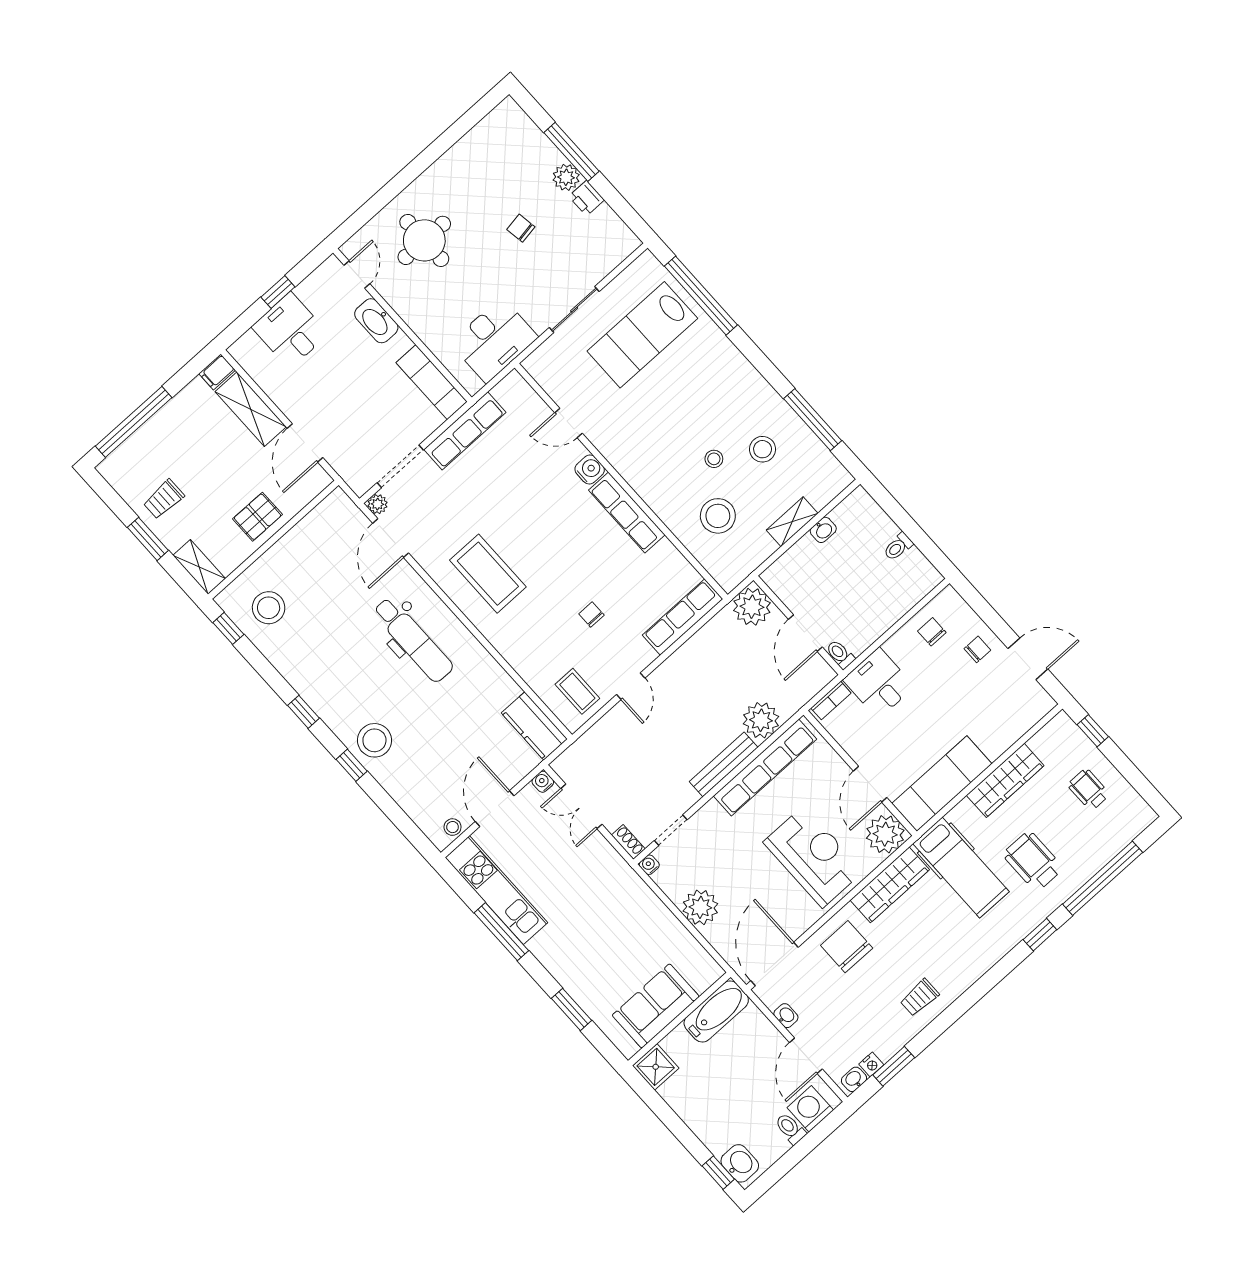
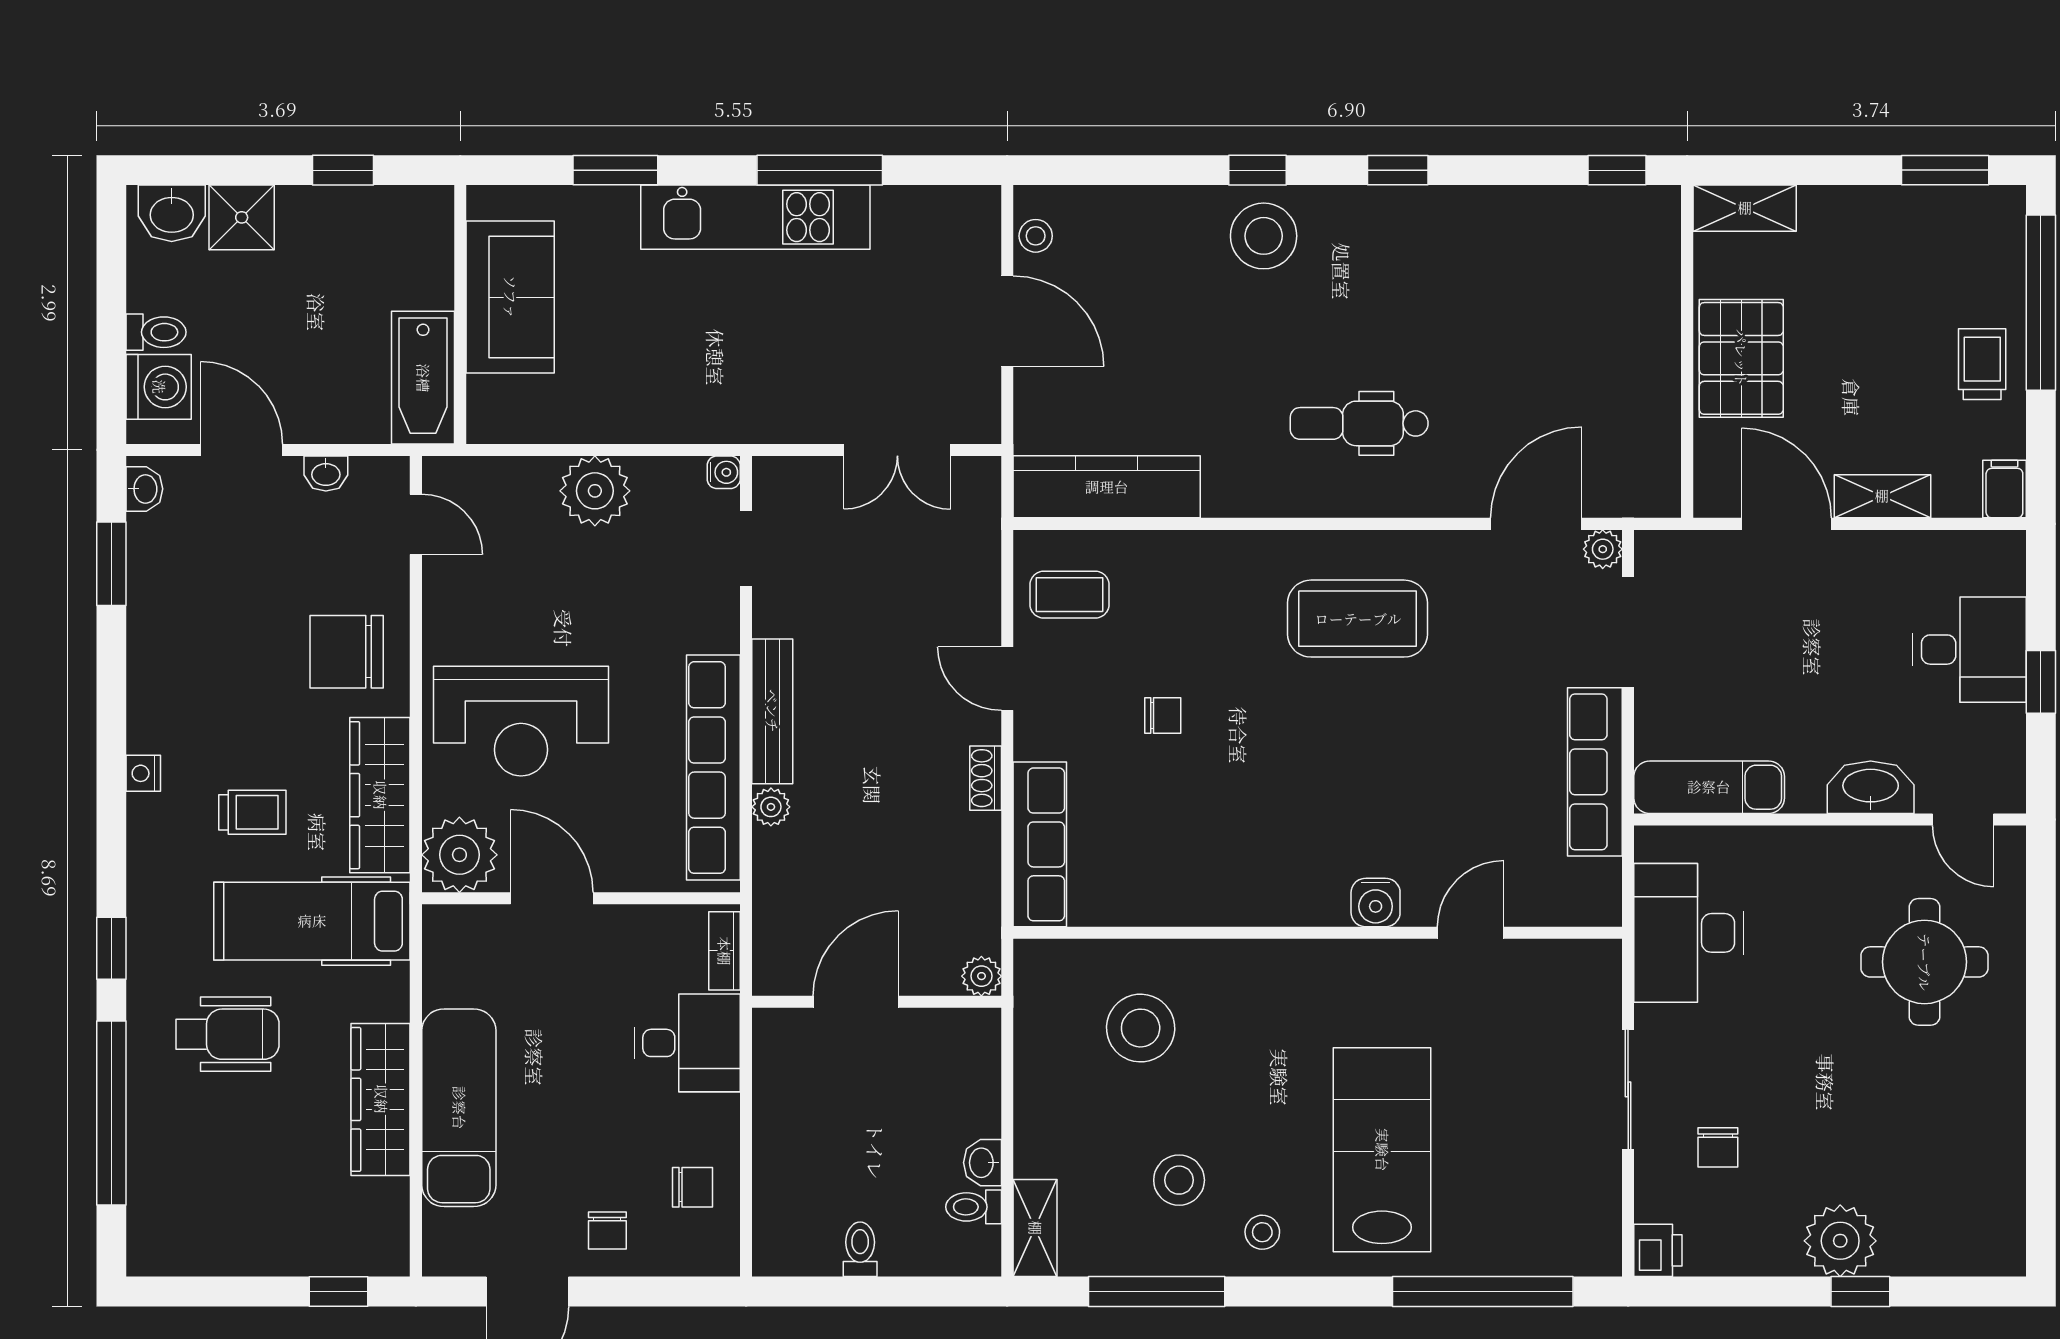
window: (572, 152) -> (1860, 1292), width x0.46
plant: (566, 177) -> (1840, 1241), width x1.36, depth x1.36
printer: (586, 198) -> (1658, 1250), moved, turned 90
chair: (521, 228) -> (1718, 1147), moved, turned 99
lab bench: (642, 335) -> (1382, 1150), moved
shelving: (251, 409) -> (1882, 496), width x0.67, depth x0.75
stool: (714, 459) -> (1262, 1232), moved
trolley: (164, 499) -> (1982, 364), moved
row of seats: (627, 513) -> (1265, 900), removed
pallet: (257, 517) -> (1741, 358), width x1.50, depth x1.42
shelving: (792, 522) -> (1035, 1228), moved
door: (391, 538) -> (1536, 524), hinge flipped
window: (148, 539) -> (1945, 170), moved
plant: (752, 607) -> (981, 976), width x0.53, depth x0.53
stool: (269, 608) -> (1595, 256), removed
door: (805, 633) -> (856, 1002), hinge flipped
dental chair: (413, 640) -> (1359, 423), width x0.73, depth x0.72
toilet: (840, 654) -> (974, 1207), moved, turned 180
plant: (761, 720) -> (771, 807), width x0.53, depth x0.53
kitchen counter: (534, 726) -> (1107, 487), width x1.50
water cooler: (543, 782) -> (983, 426), removed
exam couch: (942, 784) -> (459, 1108), moved
wheelchair: (1089, 790) -> (259, 1208), removed
double door: (581, 806) -> (897, 450), swing flipped
shoe rack: (628, 842) -> (986, 778), moved, turned 90
kitchen unit: (496, 890) -> (755, 217), moved
chair: (847, 947) -> (347, 652), turned 180
door: (774, 964) -> (416, 524), width x0.53
trolley: (920, 998) -> (252, 812), moved, turned 90
nightstand: (871, 1064) -> (143, 773), moved
shower: (656, 1067) -> (242, 217), moved
window: (718, 1173) -> (343, 170), moved

